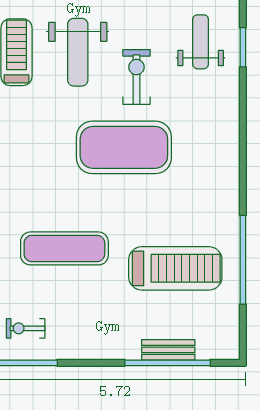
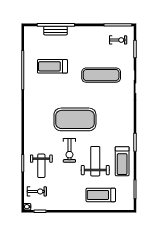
treadmill: (175, 268) -> (52, 66), width x0.73, depth x0.73

